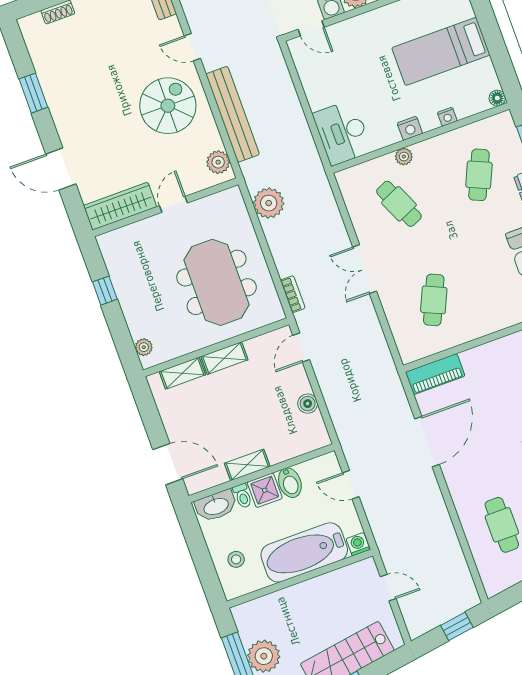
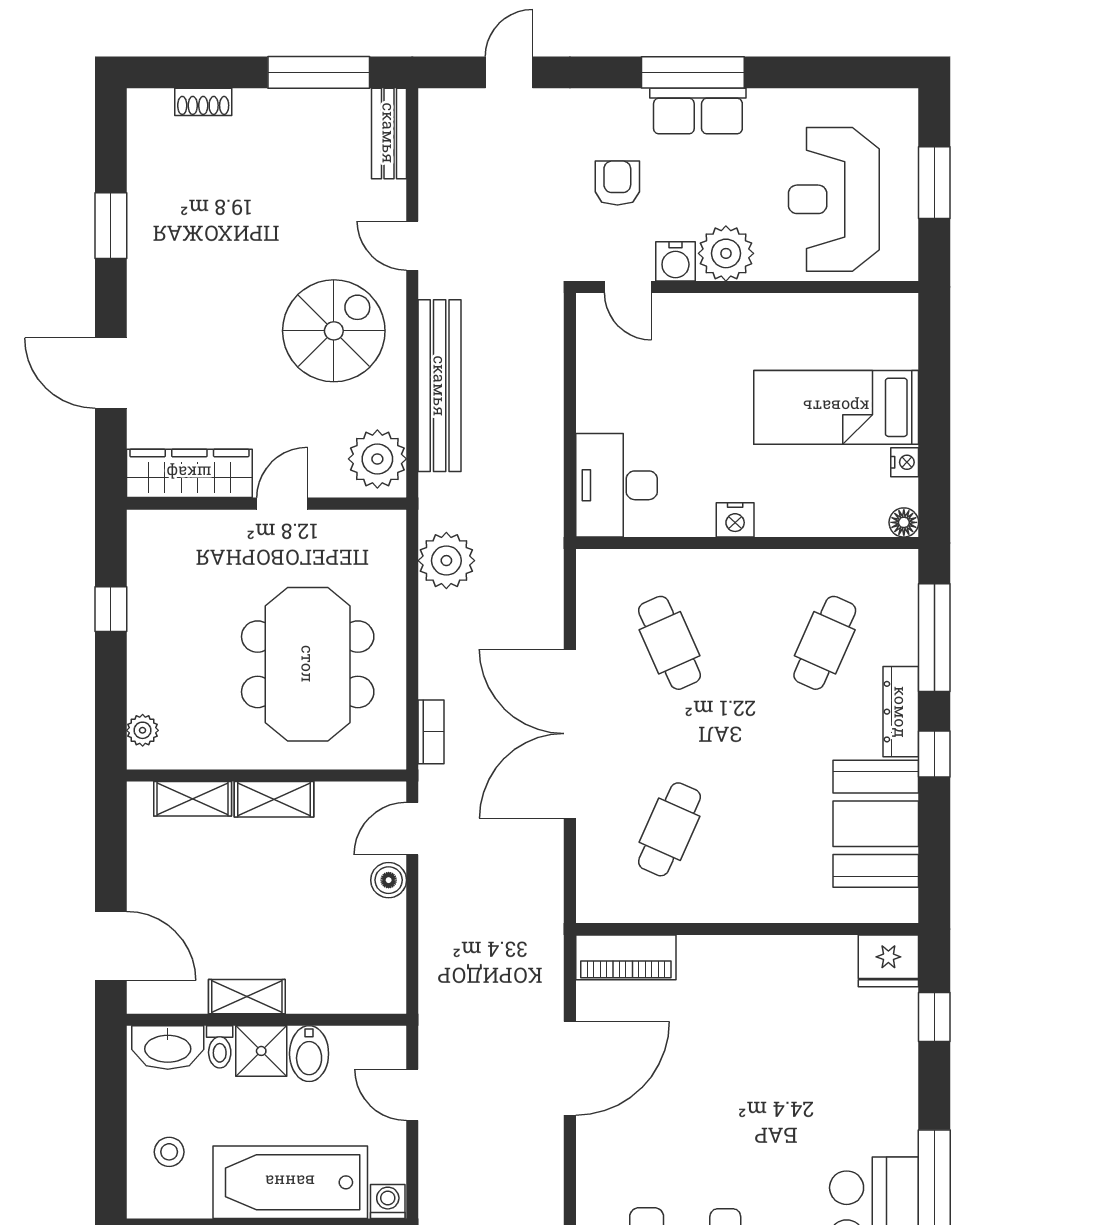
nightstand: (447, 117) -> (905, 462), moved, turned -90
plant: (404, 156) -> (707, 565), removed
plant: (218, 162) -> (377, 459), width x1.36, depth x1.36
double door: (365, 269) -> (570, 734), width x1.87
boiler: (308, 404) -> (389, 880), moved

